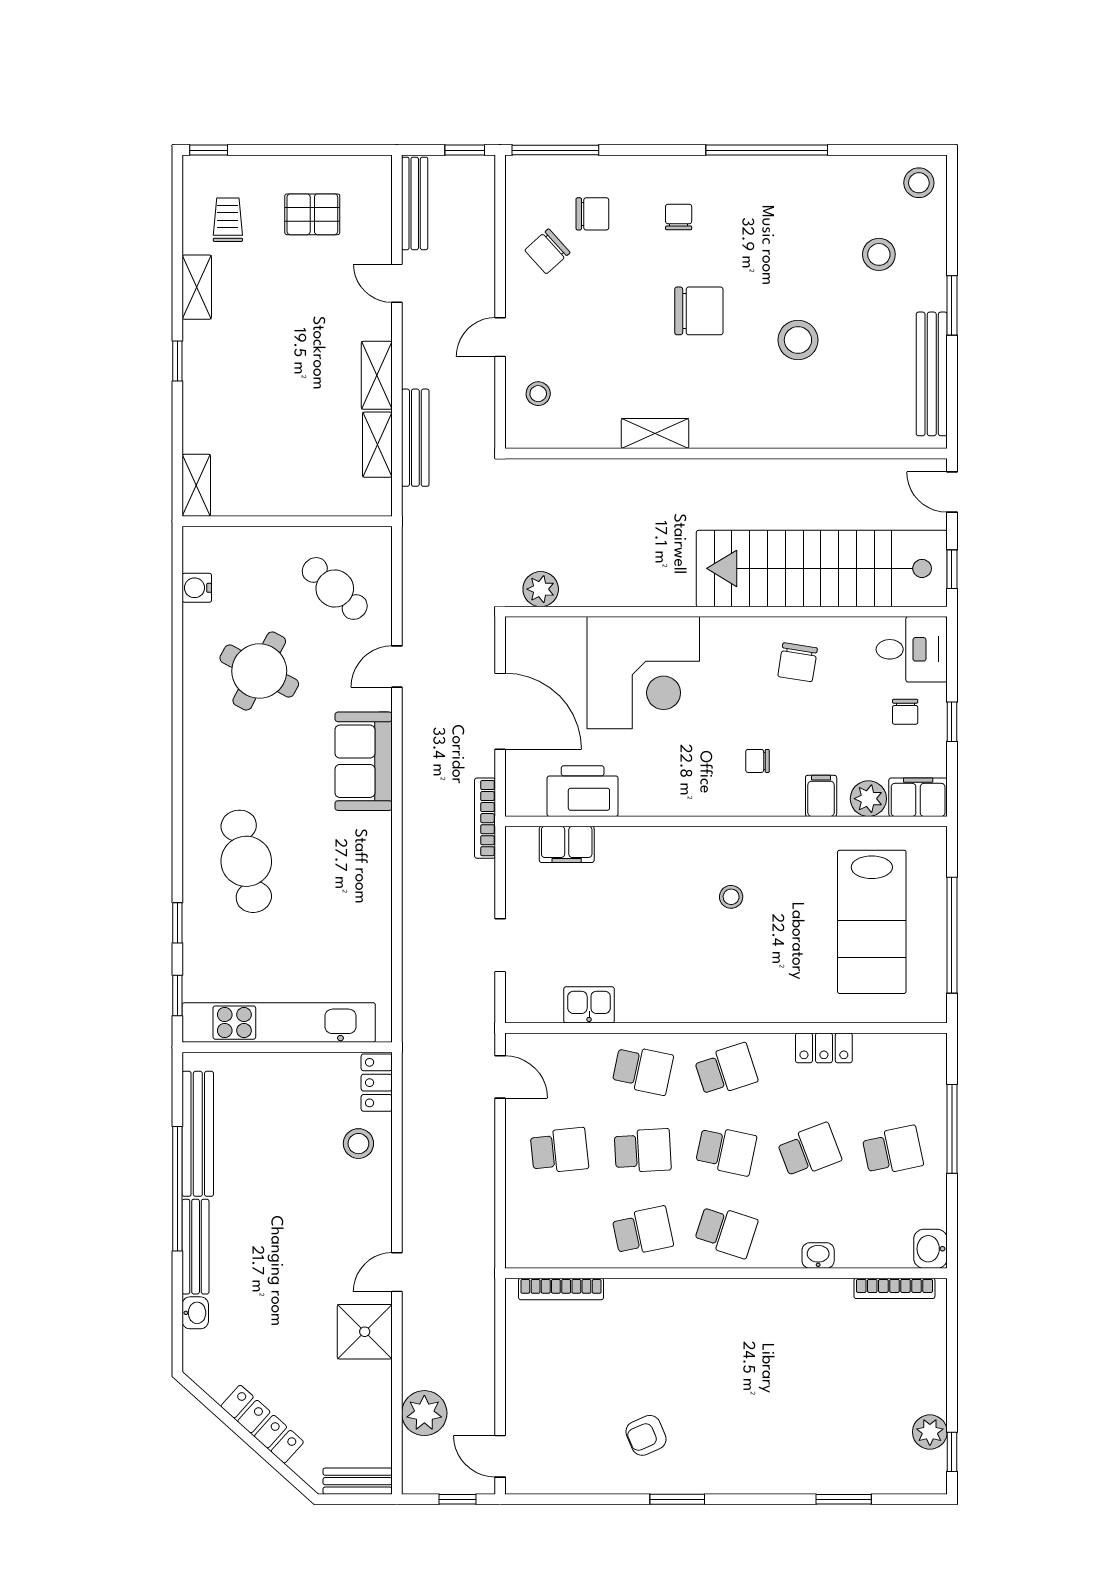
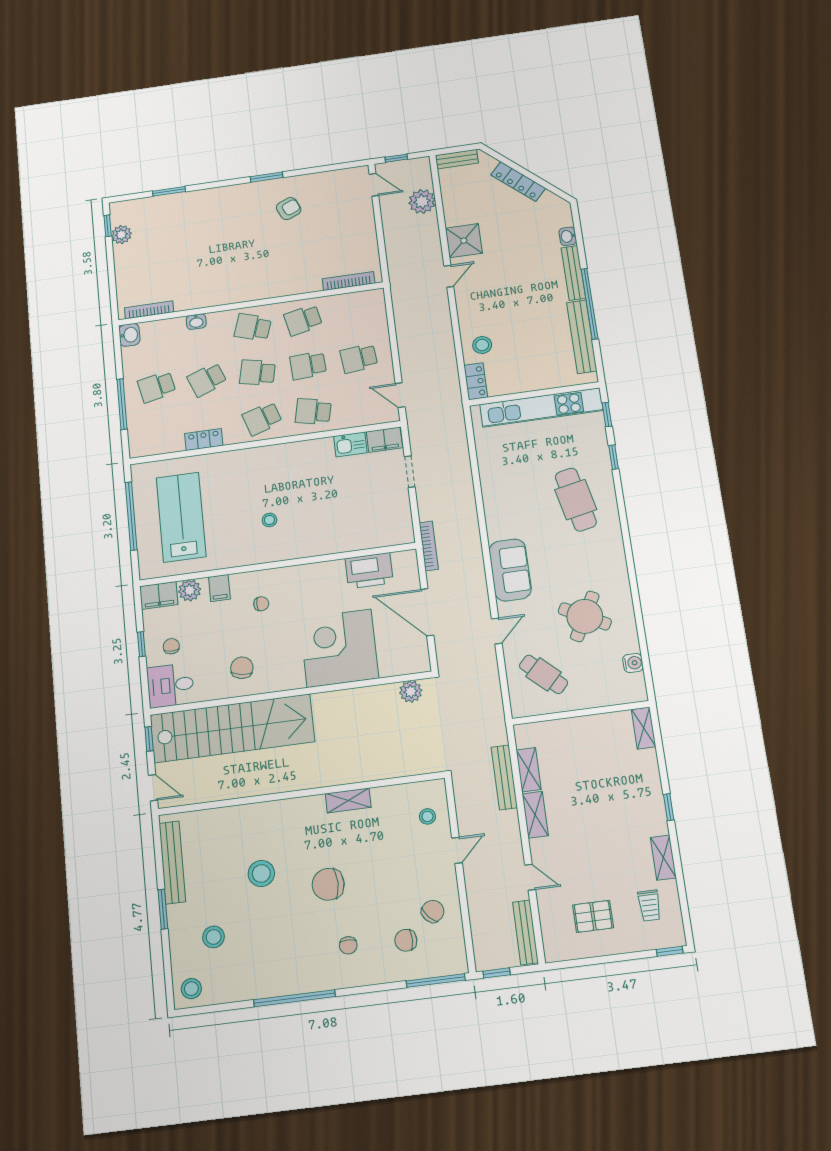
filing cabinet: (567, 844) -> (384, 440), moved, turned 180

